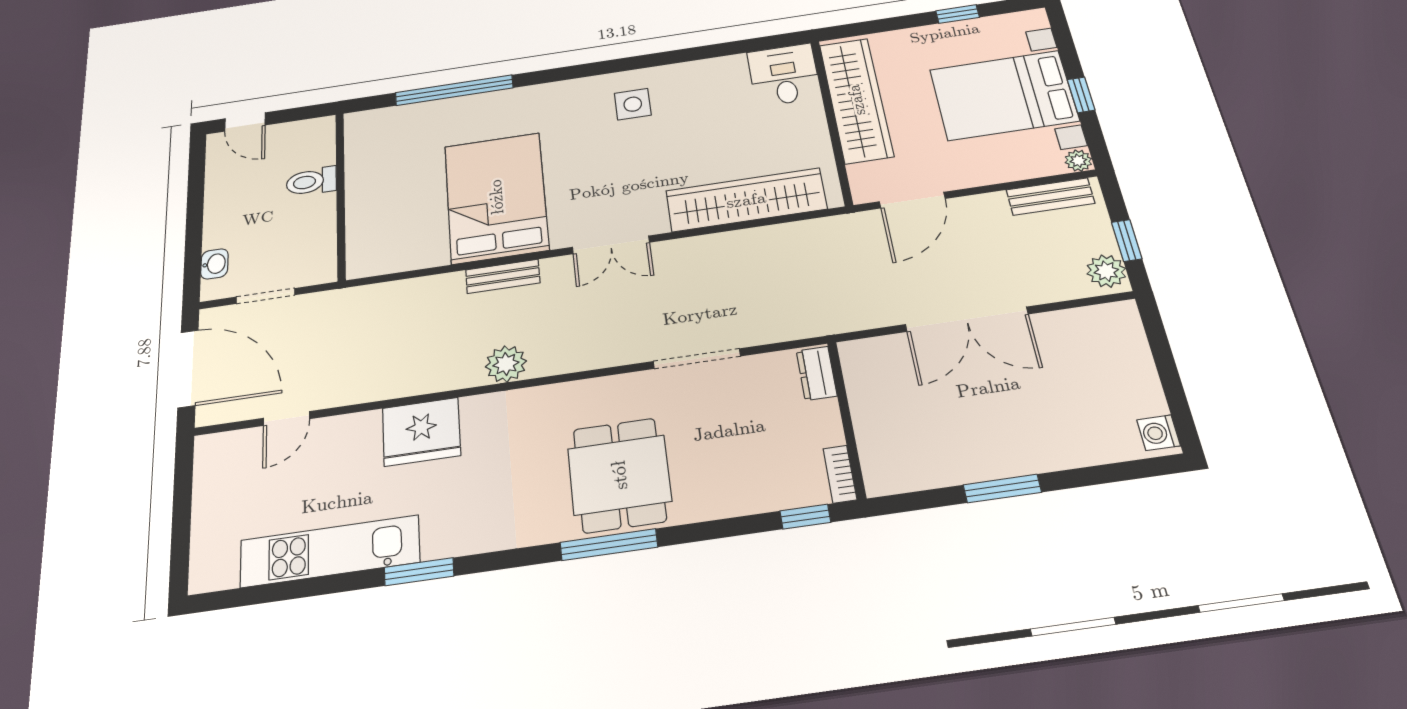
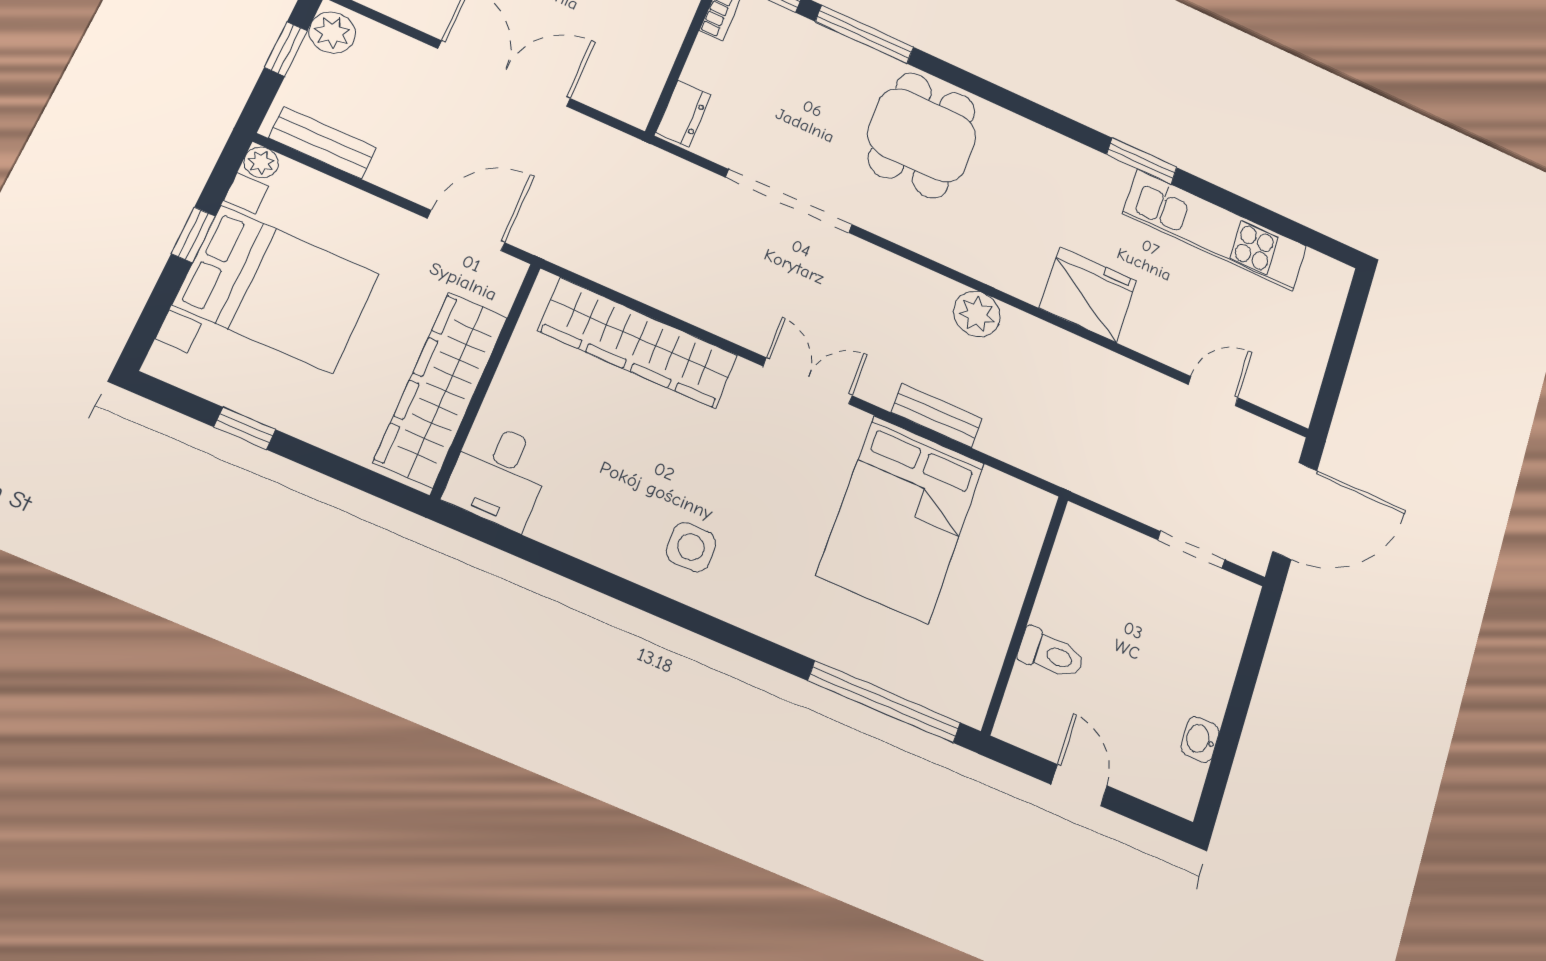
door: (245, 122) -> (1079, 785), moved
toilet: (311, 181) -> (1051, 654), moved
wall: (341, 195) -> (1025, 614), moved
washbasin: (214, 264) -> (1200, 739), moved
doorway: (697, 359) -> (789, 201), width x1.36
door: (188, 369) -> (1295, 511), swing flipped
window: (609, 545) -> (864, 34), moved

